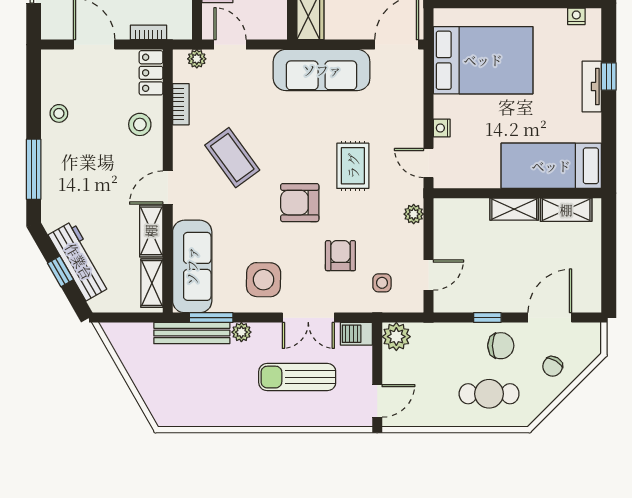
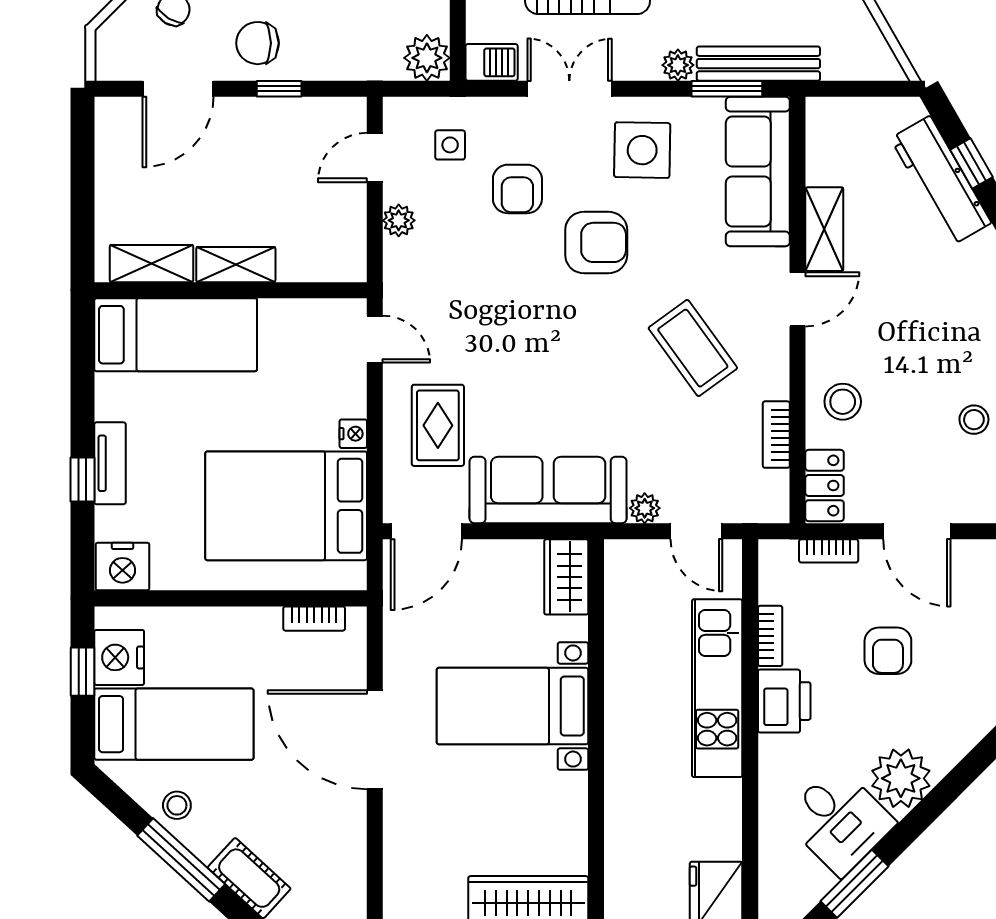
nightstand: (576, 16) -> (122, 566), width x1.89, depth x1.79
plant: (197, 59) -> (645, 508), moved
nightstand: (442, 128) -> (353, 434), moved
rug: (353, 166) -> (438, 425), moved
armchair: (300, 203) -> (596, 242), moved
plant: (414, 214) -> (399, 220), moved
shelving: (152, 283) -> (823, 145), removed

